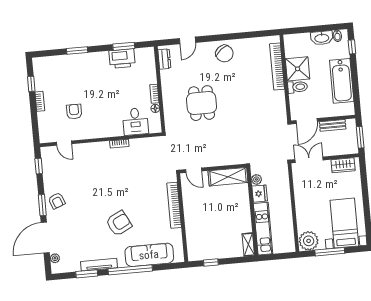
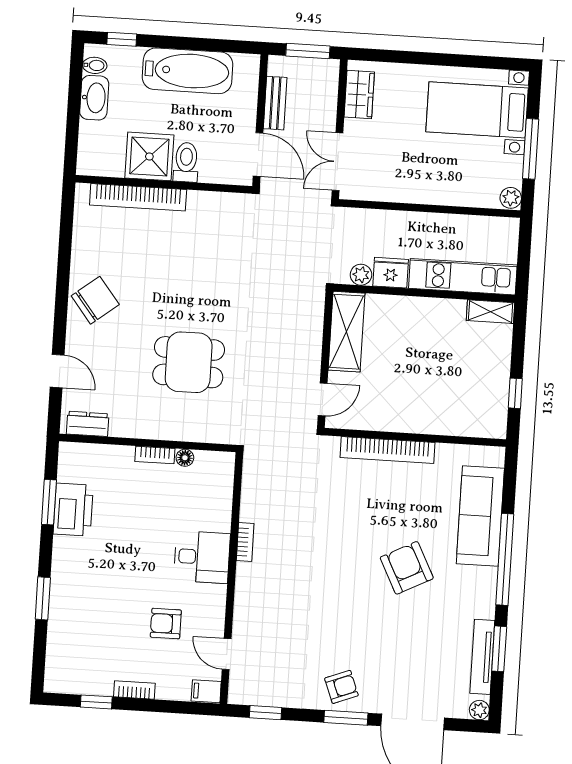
desk: (135, 121) -> (202, 557), moved
filing cabinet: (45, 136) -> (206, 691), added
door: (64, 143) -> (227, 654), swing flipped
plant: (309, 241) -> (511, 198), width x0.53, depth x0.53
plant: (55, 258) -> (479, 710), moved
tv unit: (99, 265) -> (482, 657), moved

